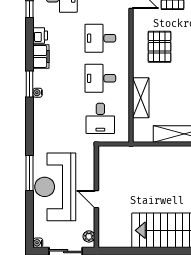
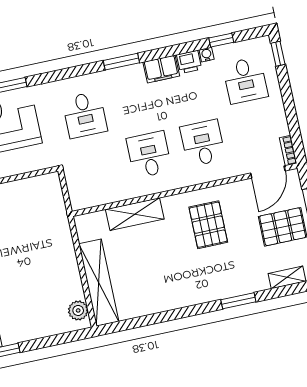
pallet: (160, 47) -> (208, 225), turned 90
water cooler: (38, 93) -> (207, 55), moved
desk: (100, 118) -> (85, 115), moved, turned -90

